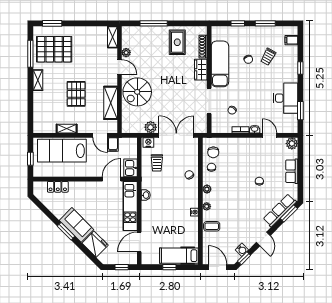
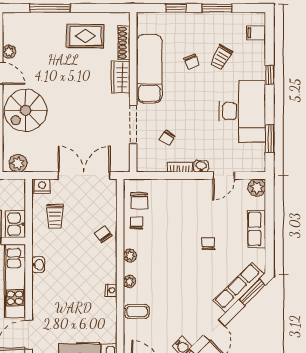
rug: (177, 42) -> (85, 36), turned 90
desk: (286, 98) -> (242, 111), width x1.36, depth x1.30
plant: (151, 127) -> (18, 163), moved
door: (270, 135) -> (224, 175), swing flipped

